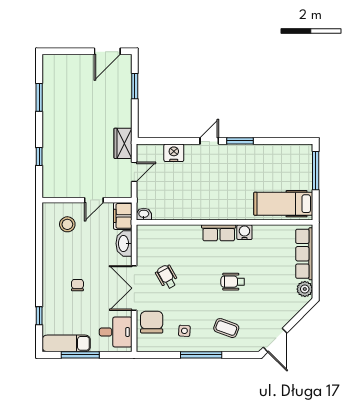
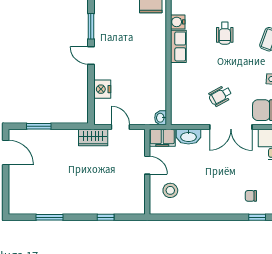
chair: (77, 285) -> (251, 196), moved

